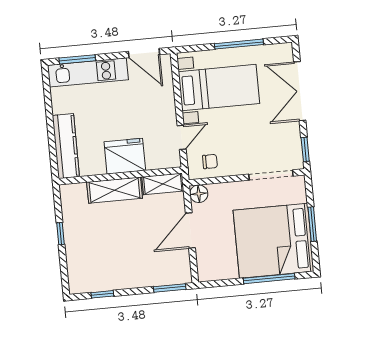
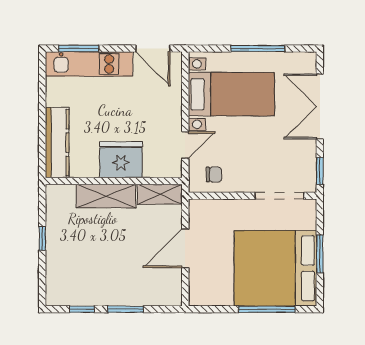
floor lamp: (199, 194) -> (198, 209), removed
window: (170, 288) -> (126, 309), moved

